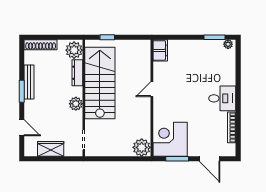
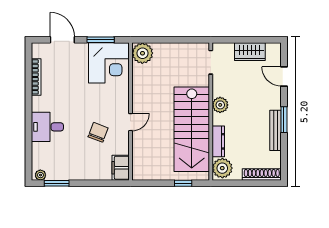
chair: (179, 80) -> (98, 132), added
desk: (222, 98) -> (47, 127), moved

